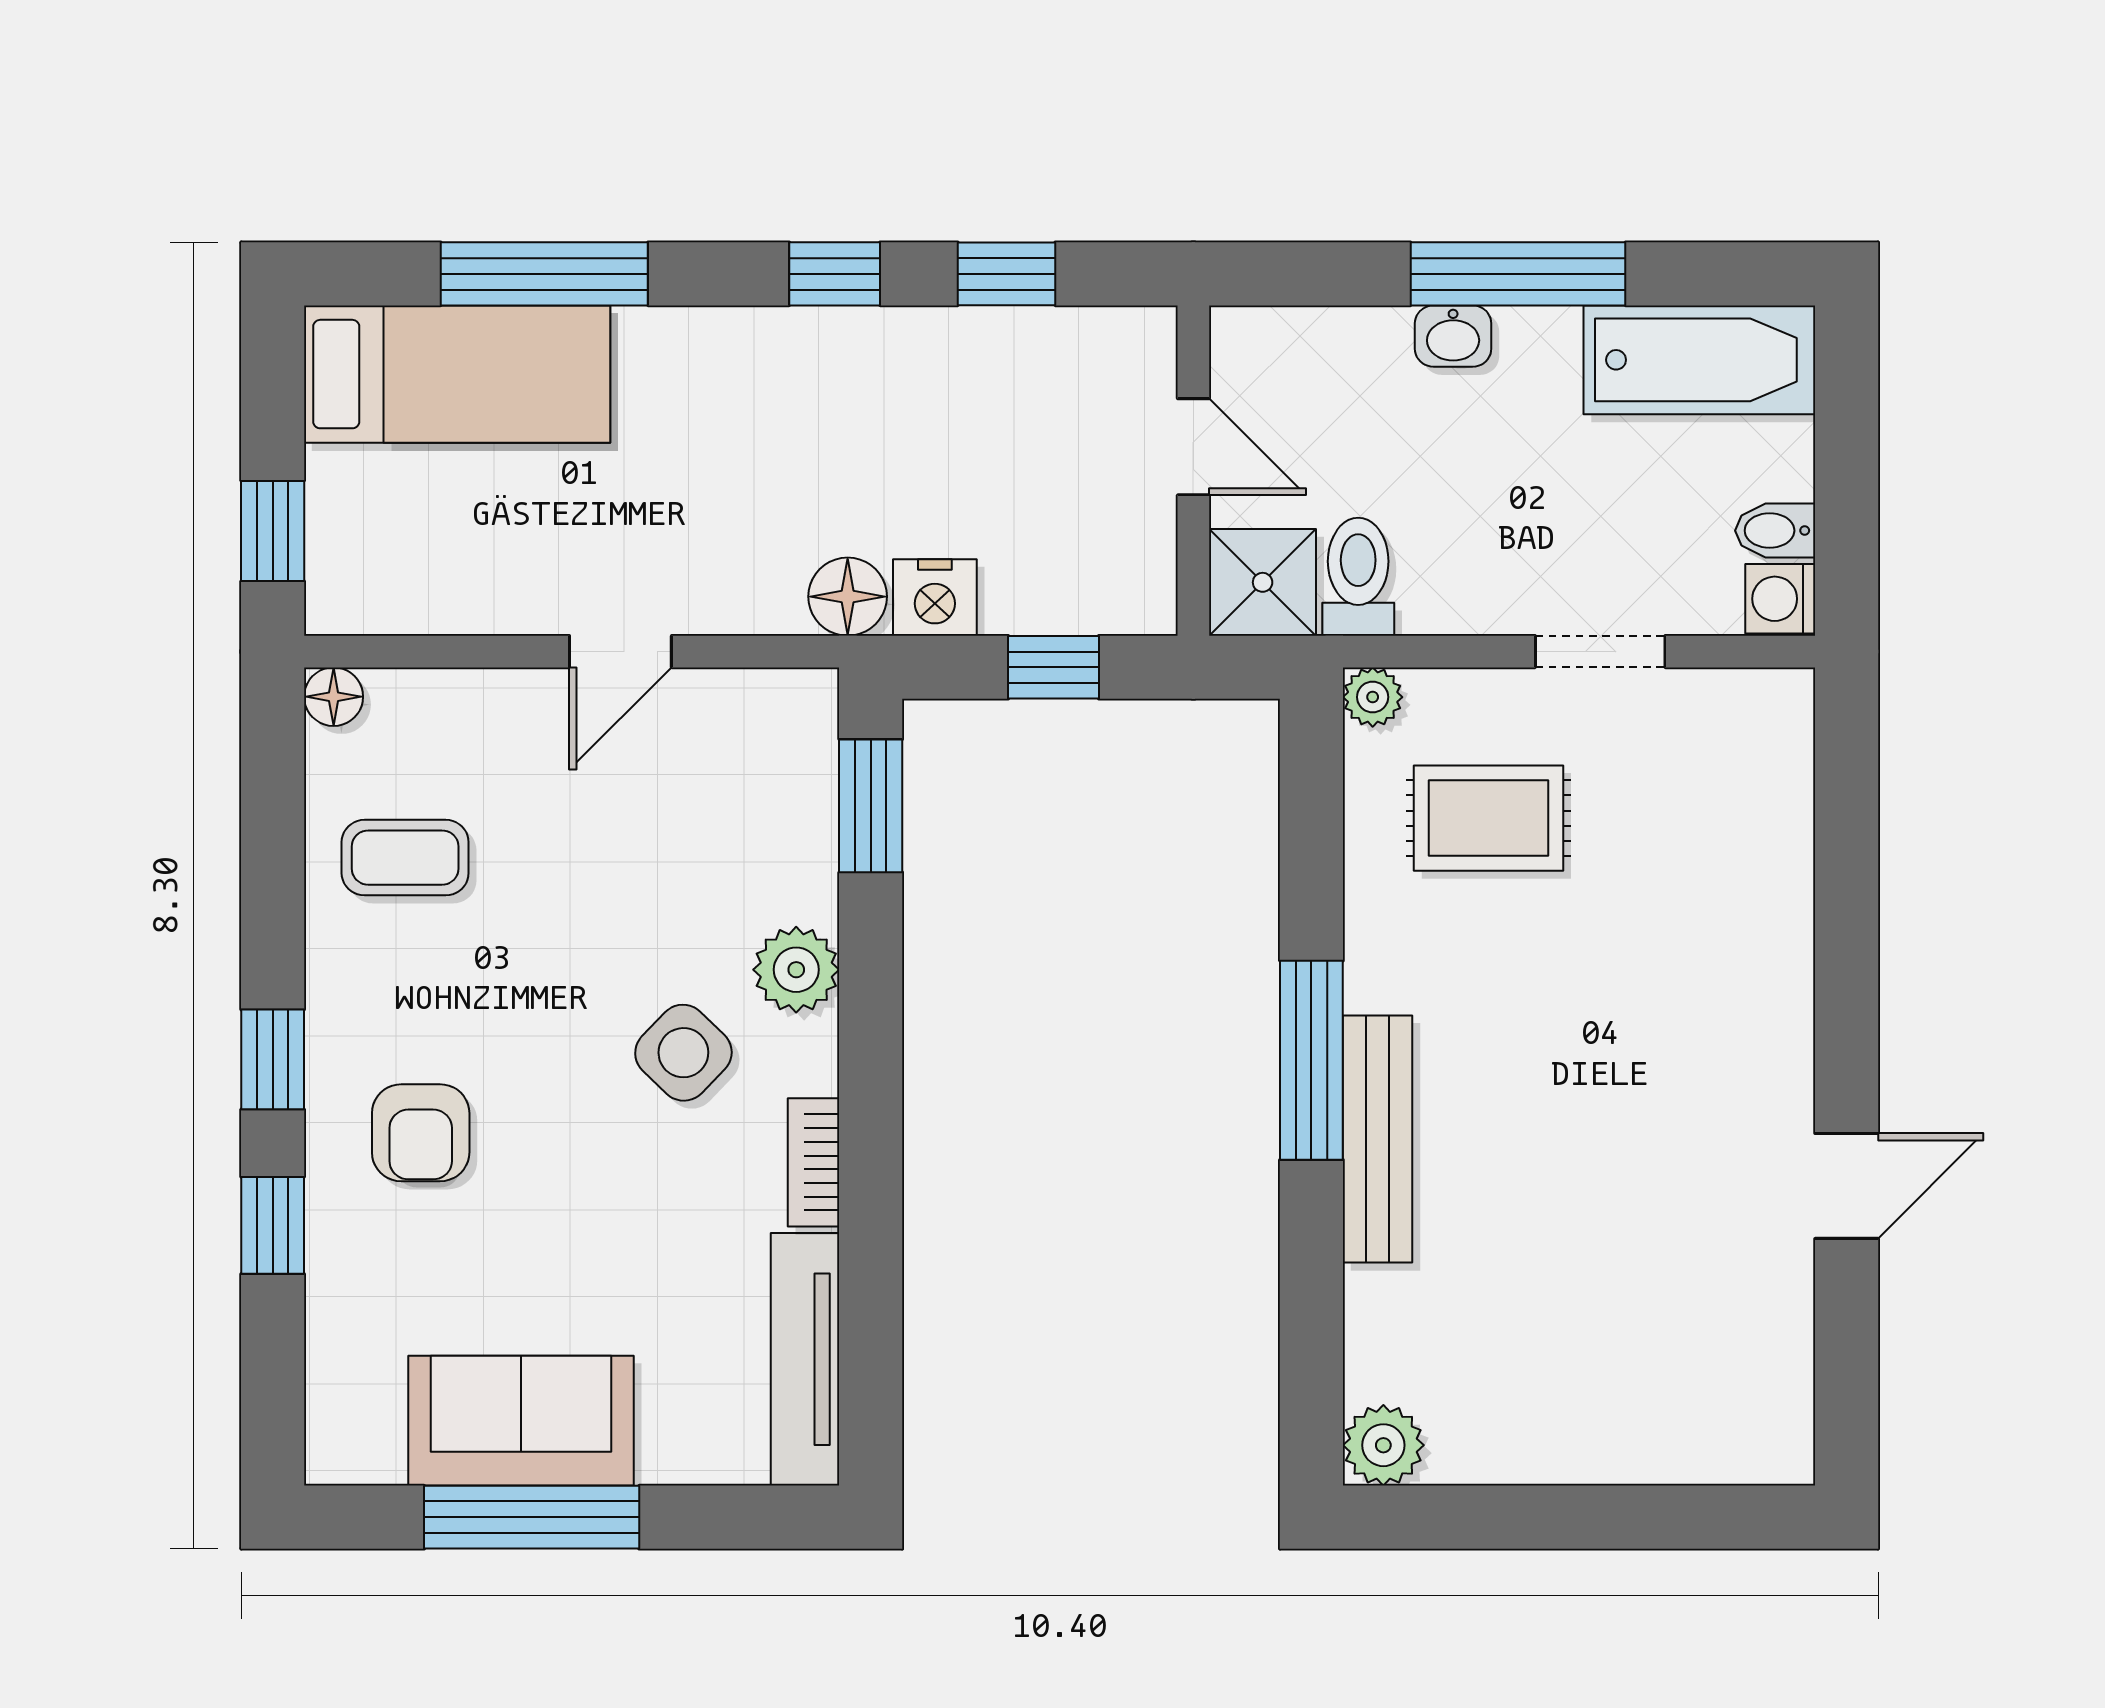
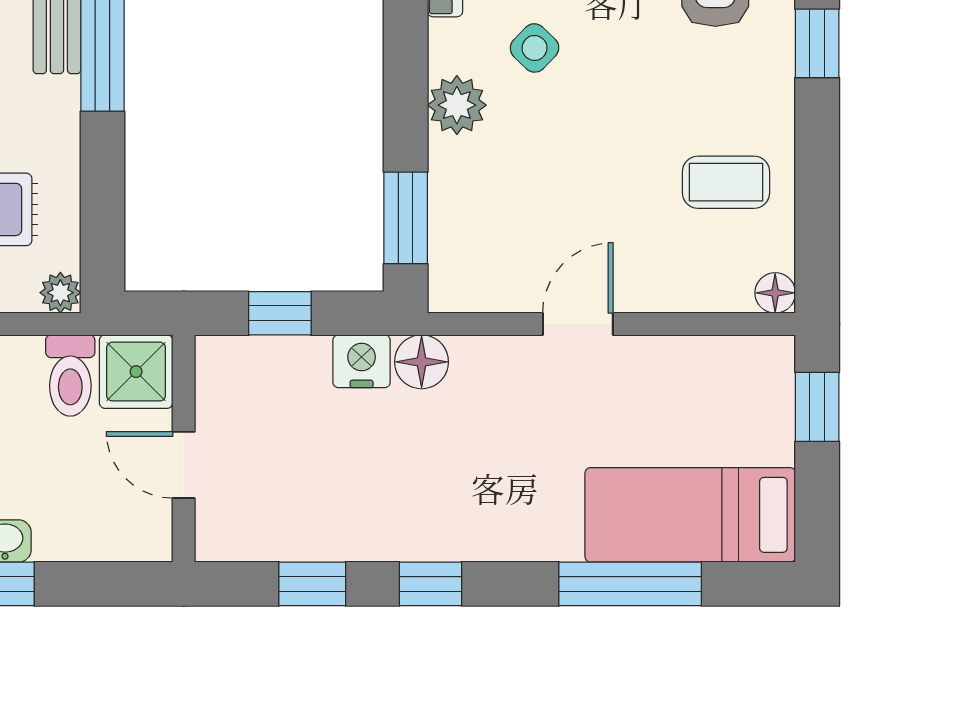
side table: (683, 1053) -> (535, 48), width x0.73, depth x0.73

